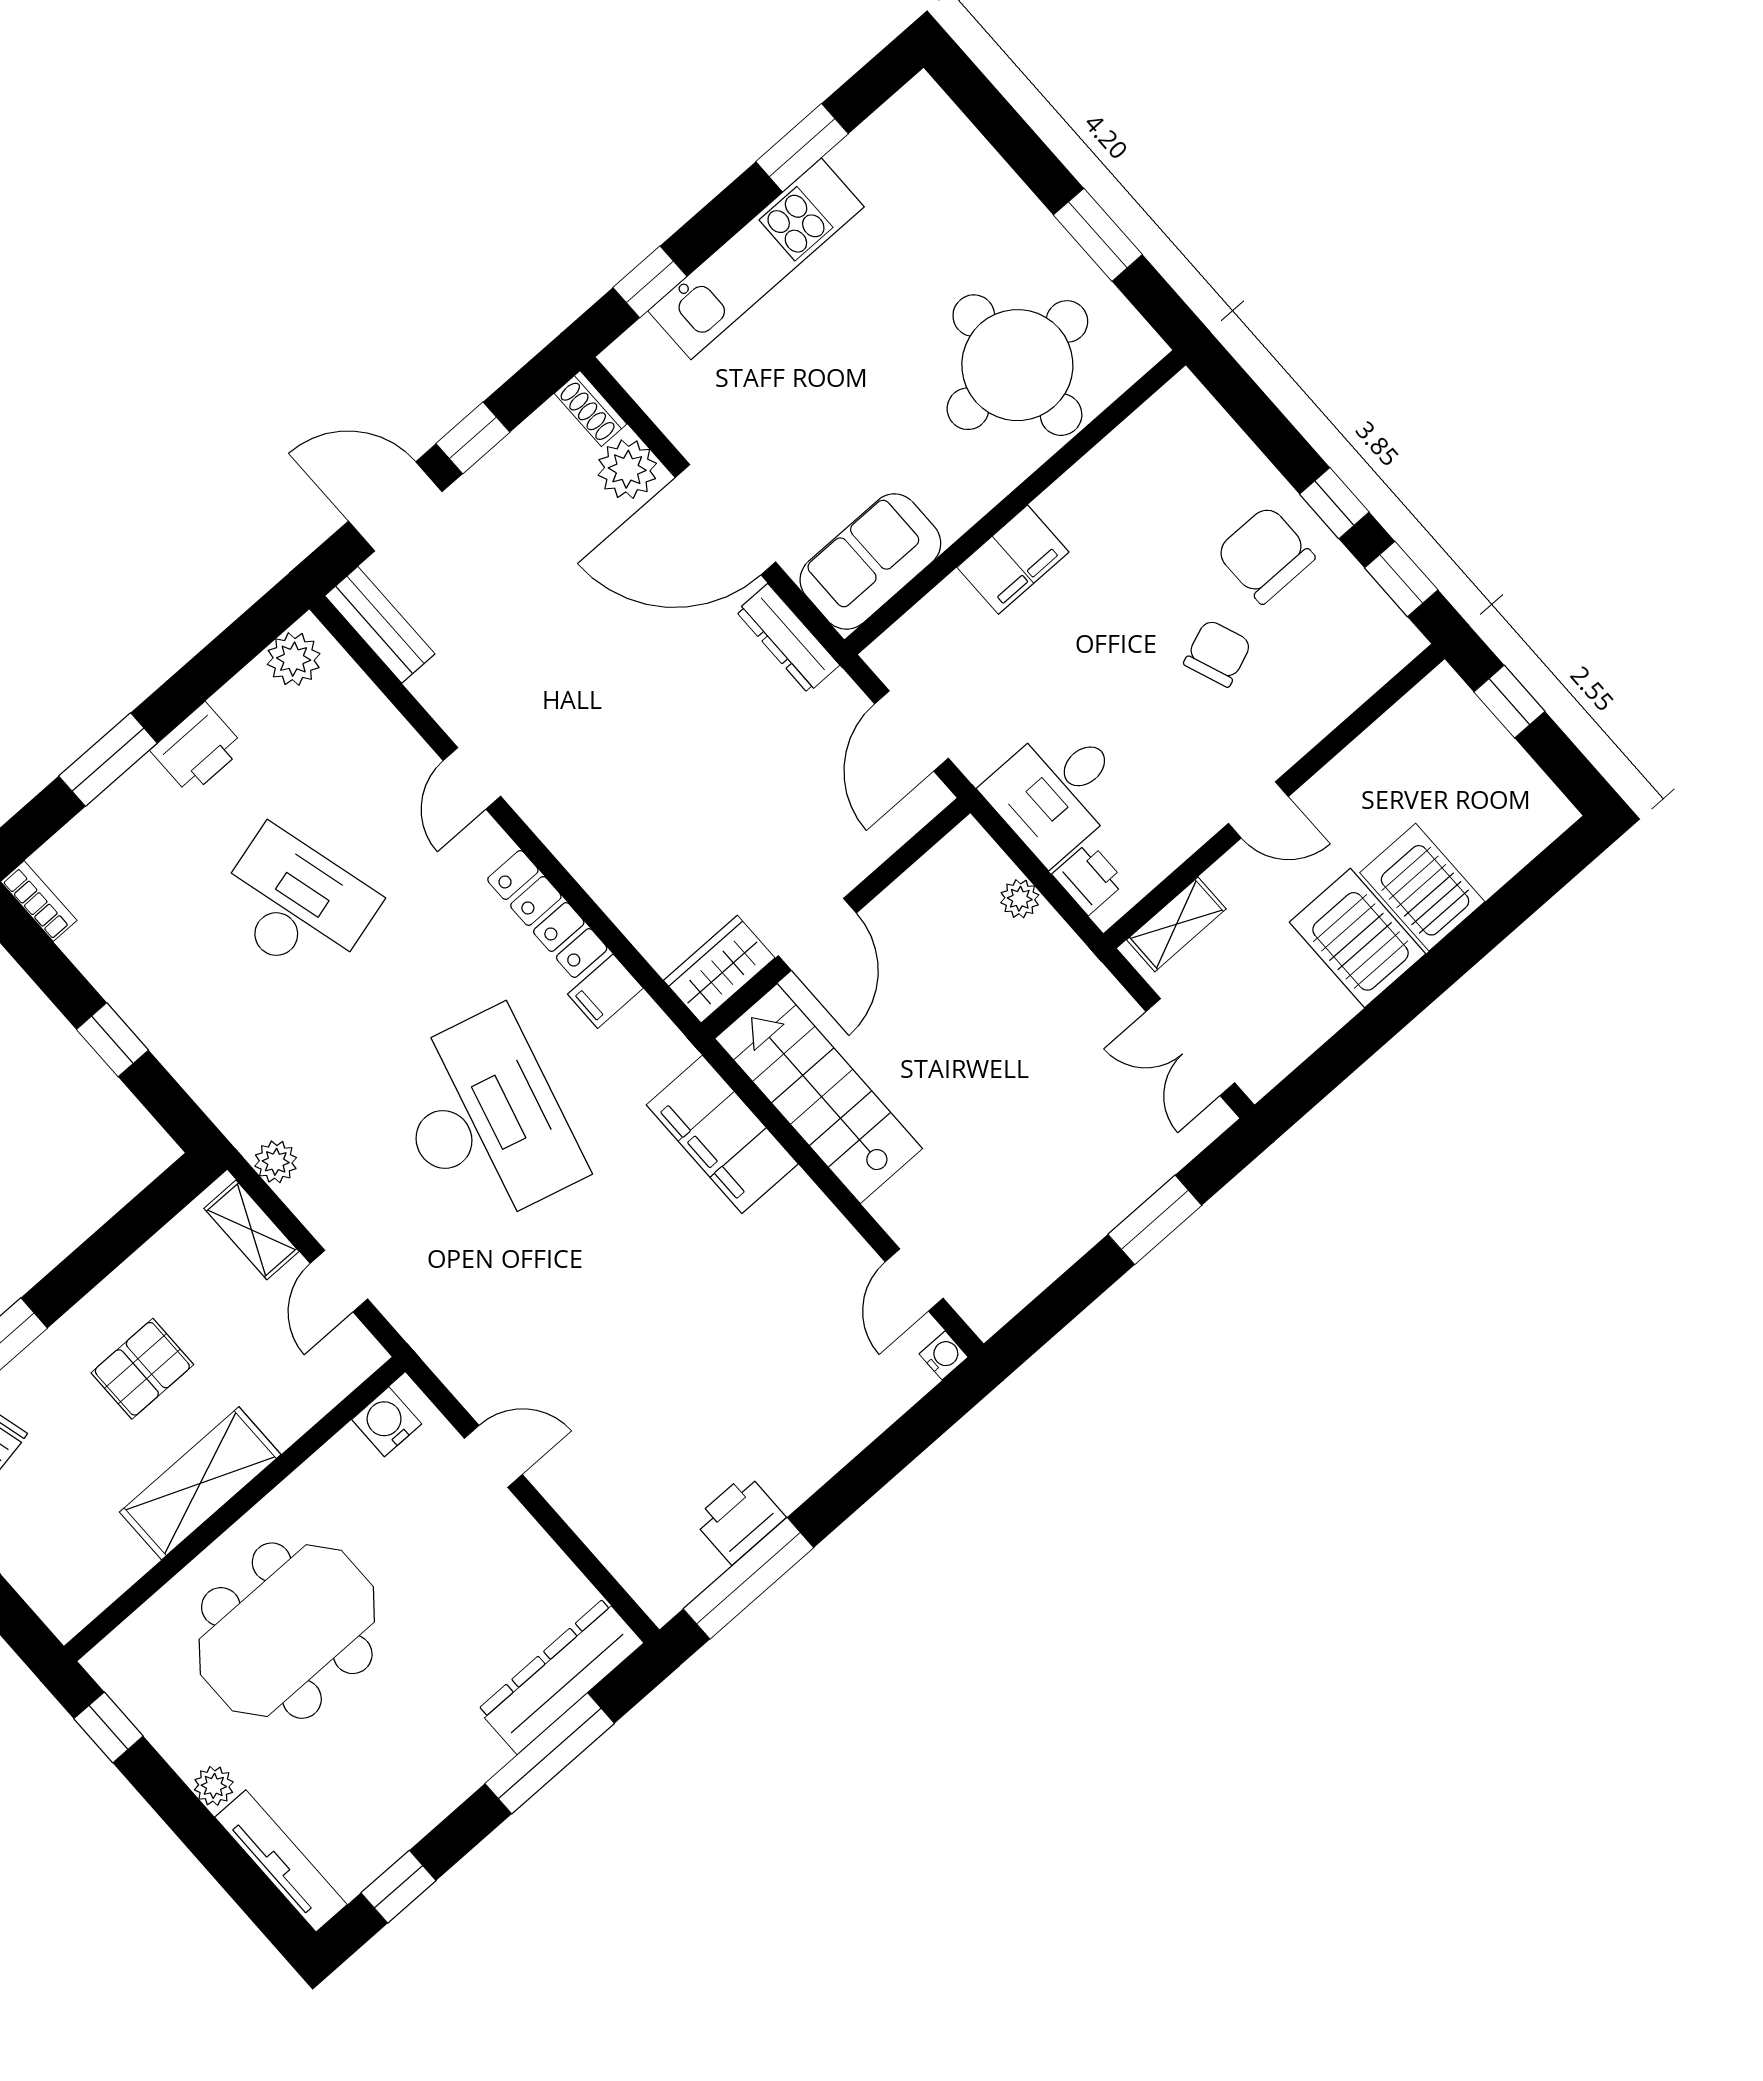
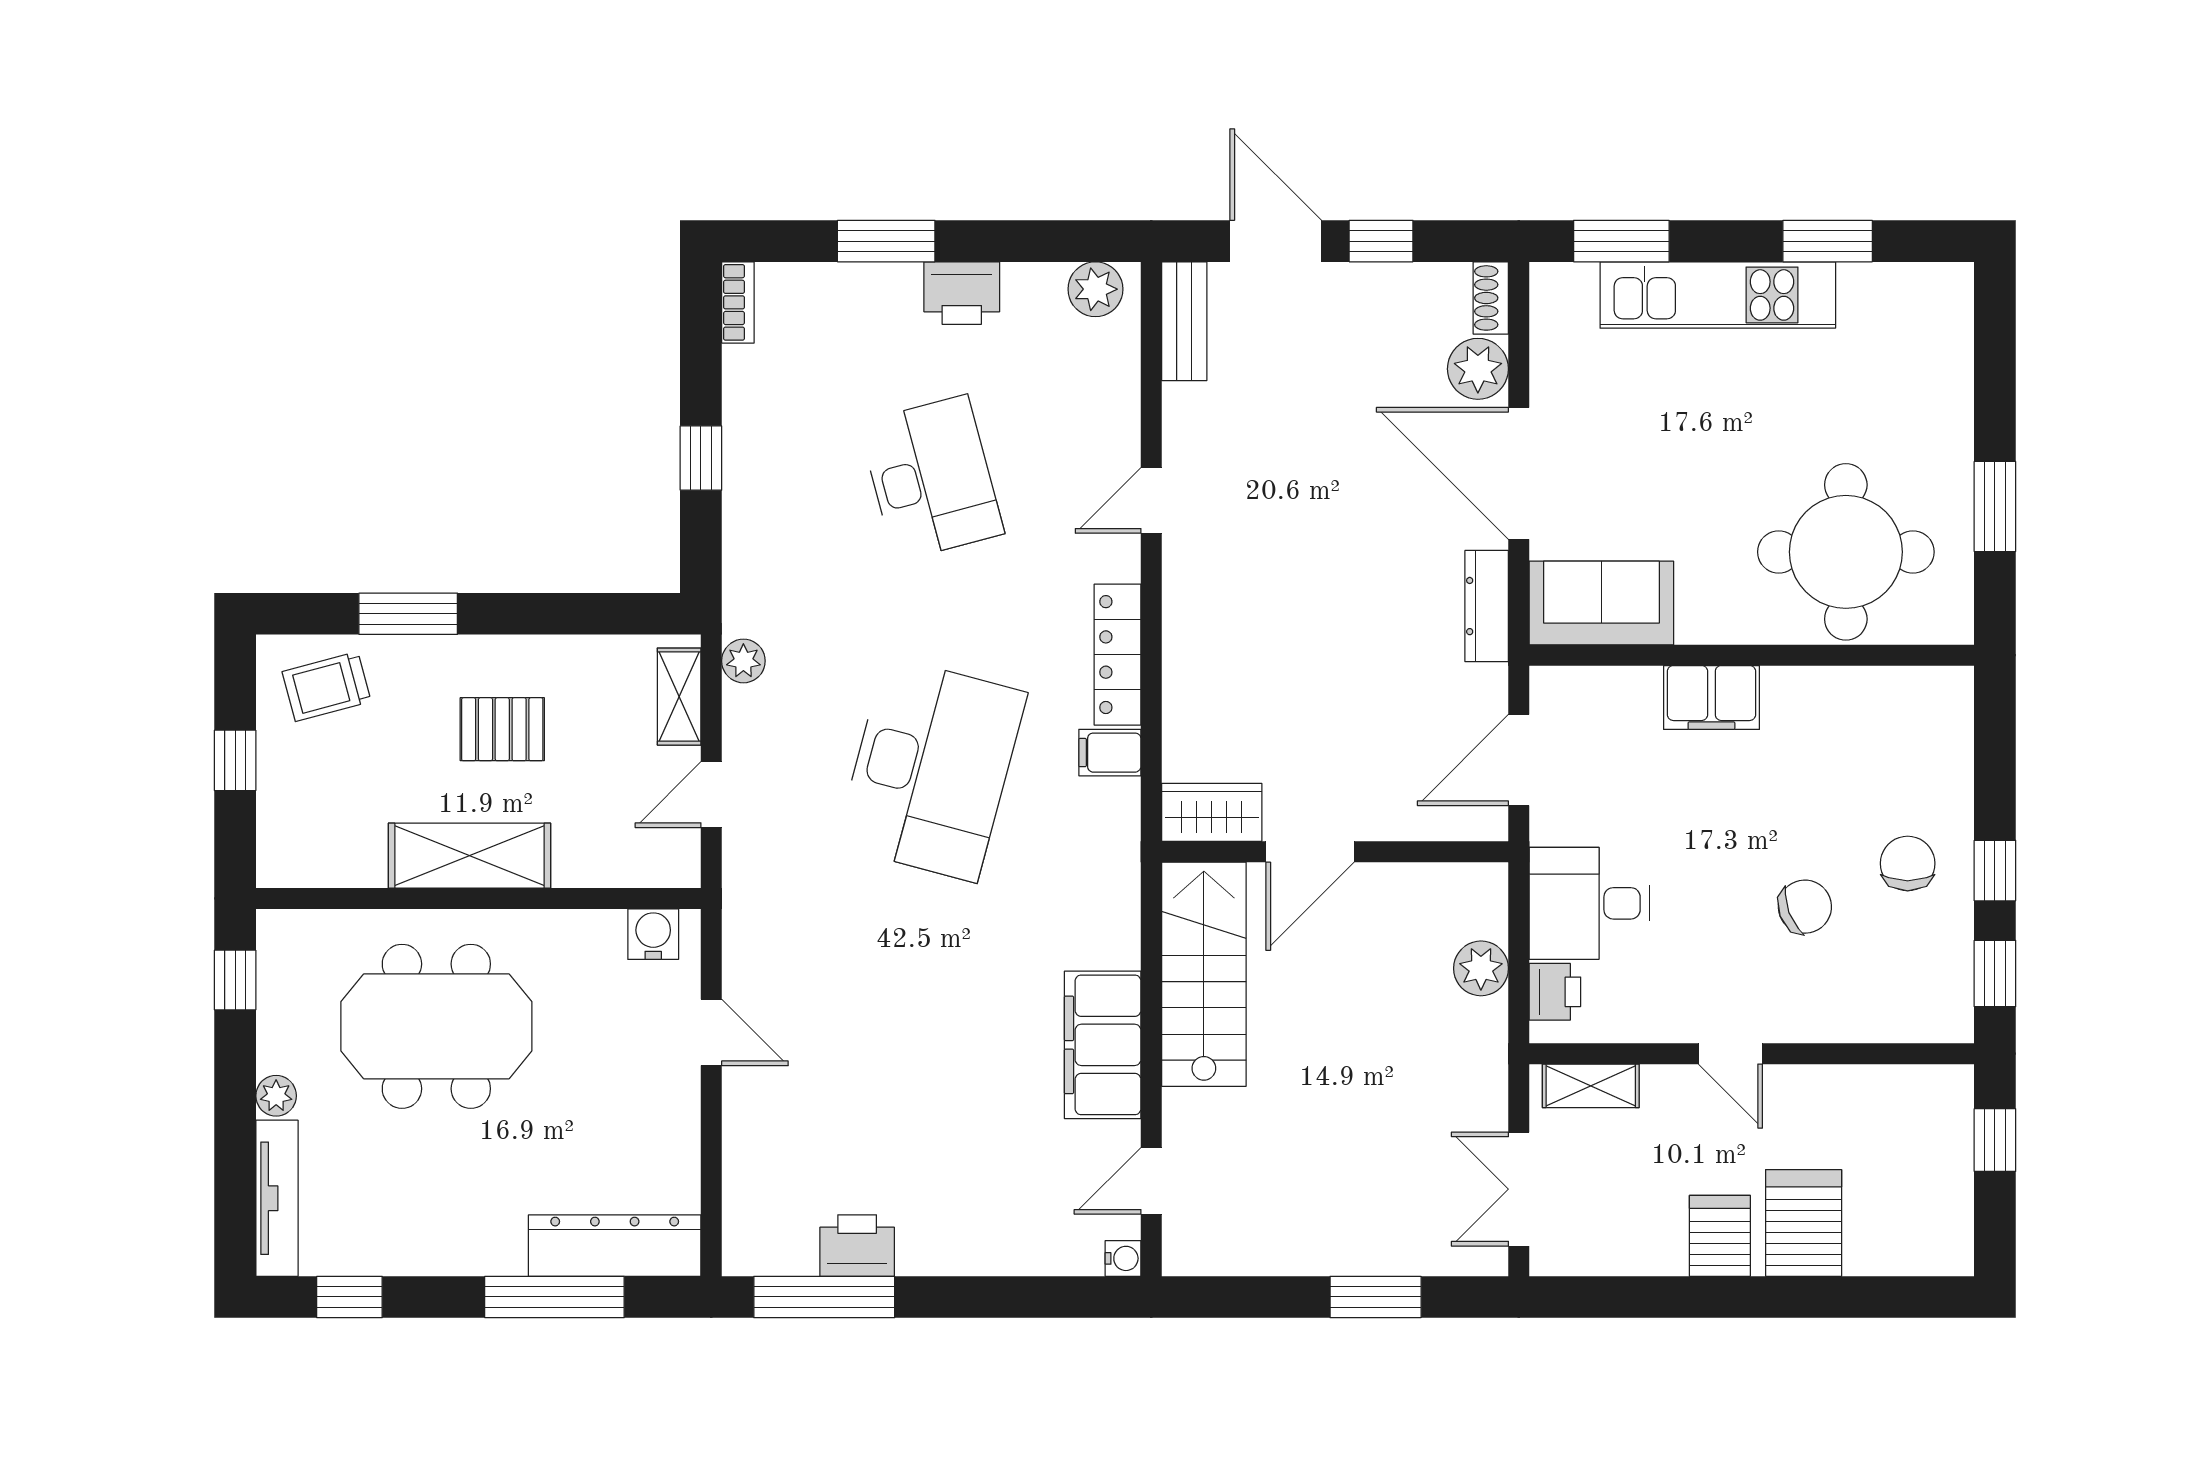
window: (650, 282) -> (1621, 241), width x1.50
chair: (1265, 555) -> (1908, 863), width x0.73, depth x0.73
plant: (1020, 899) -> (1481, 968), width x1.38, depth x1.38
server rack: (1357, 938) -> (1720, 1236), width x0.73, depth x0.70
filing cabinet: (722, 1134) -> (1103, 1045), moved

